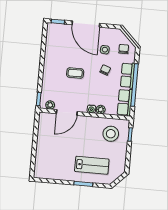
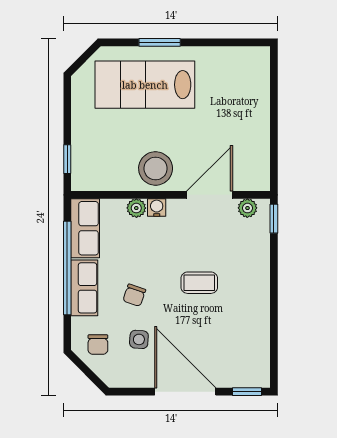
stool: (111, 134) -> (156, 168), moved
lab bench: (92, 165) -> (145, 85), width x1.36, depth x1.39

